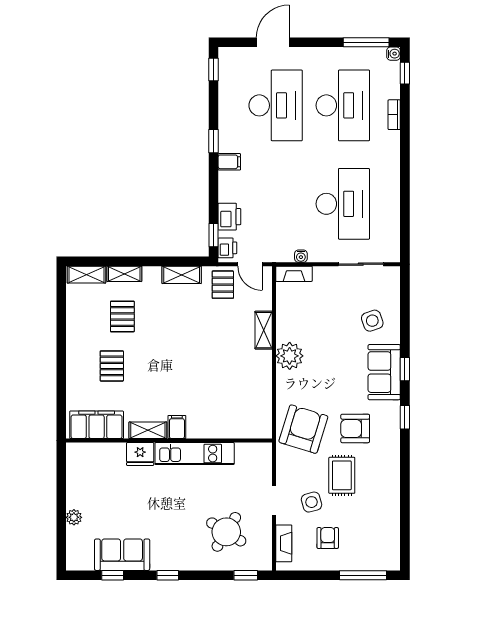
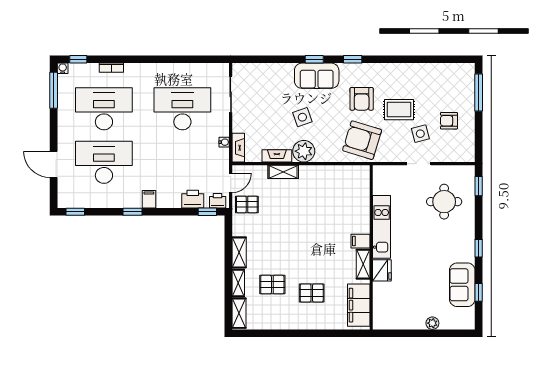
shelving: (182, 275) -> (239, 252), moved
side table: (372, 321) -> (302, 117), moved
round table: (226, 532) -> (444, 202), turned -32
fireplace: (284, 543) -> (277, 156), moved

